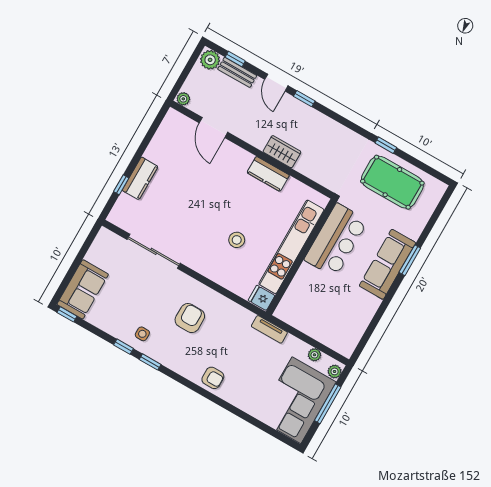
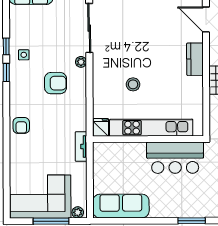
door: (213, 128) -> (206, 19), hinge flipped
kitchen counter: (268, 174) -> (195, 59), moved
sofa: (387, 264) -> (121, 206), moved
plant: (314, 355) -> (81, 62), moved

